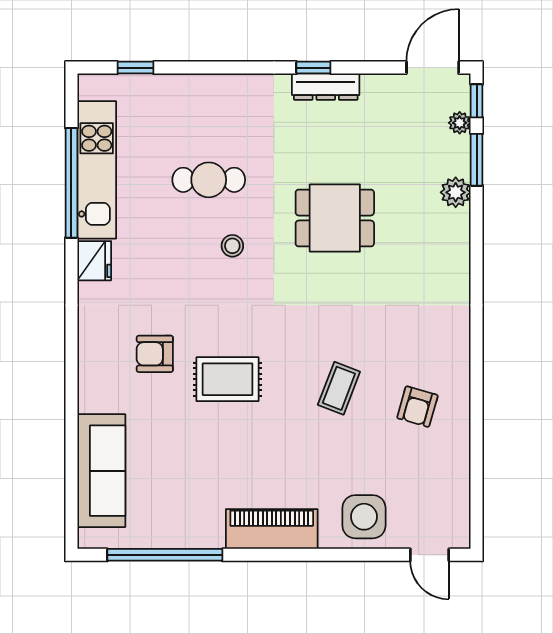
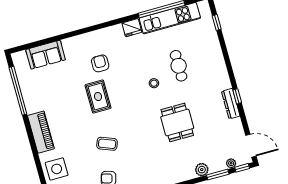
sofa: (101, 471) -> (46, 55), width x0.73

